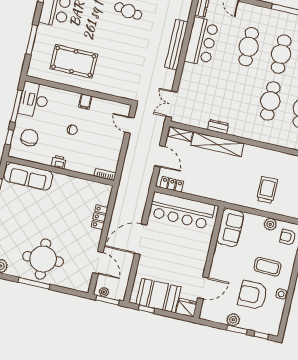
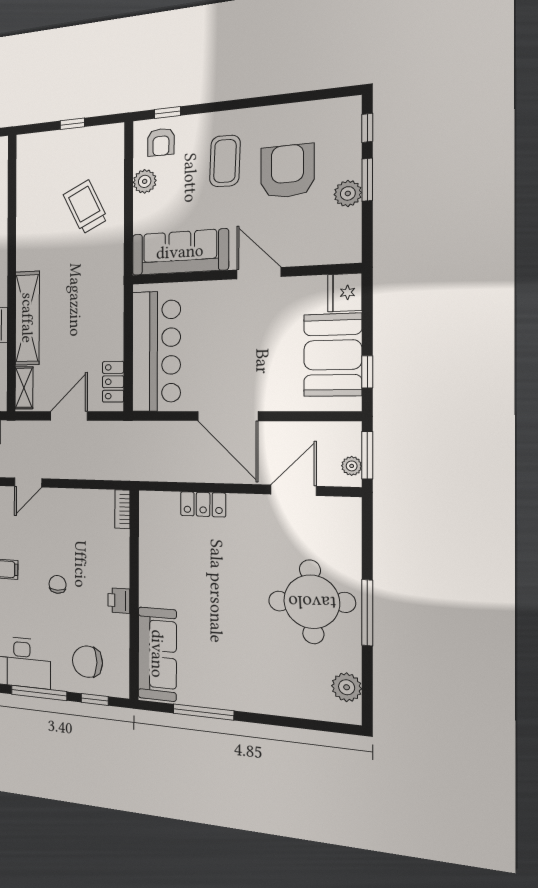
trolley: (267, 190) -> (85, 207), turned 64
sofa: (230, 228) -> (180, 252), width x1.36
door: (203, 288) -> (259, 273), moved
side table: (281, 294) -> (272, 118), removed
armchair: (253, 295) -> (287, 171), turned 180

